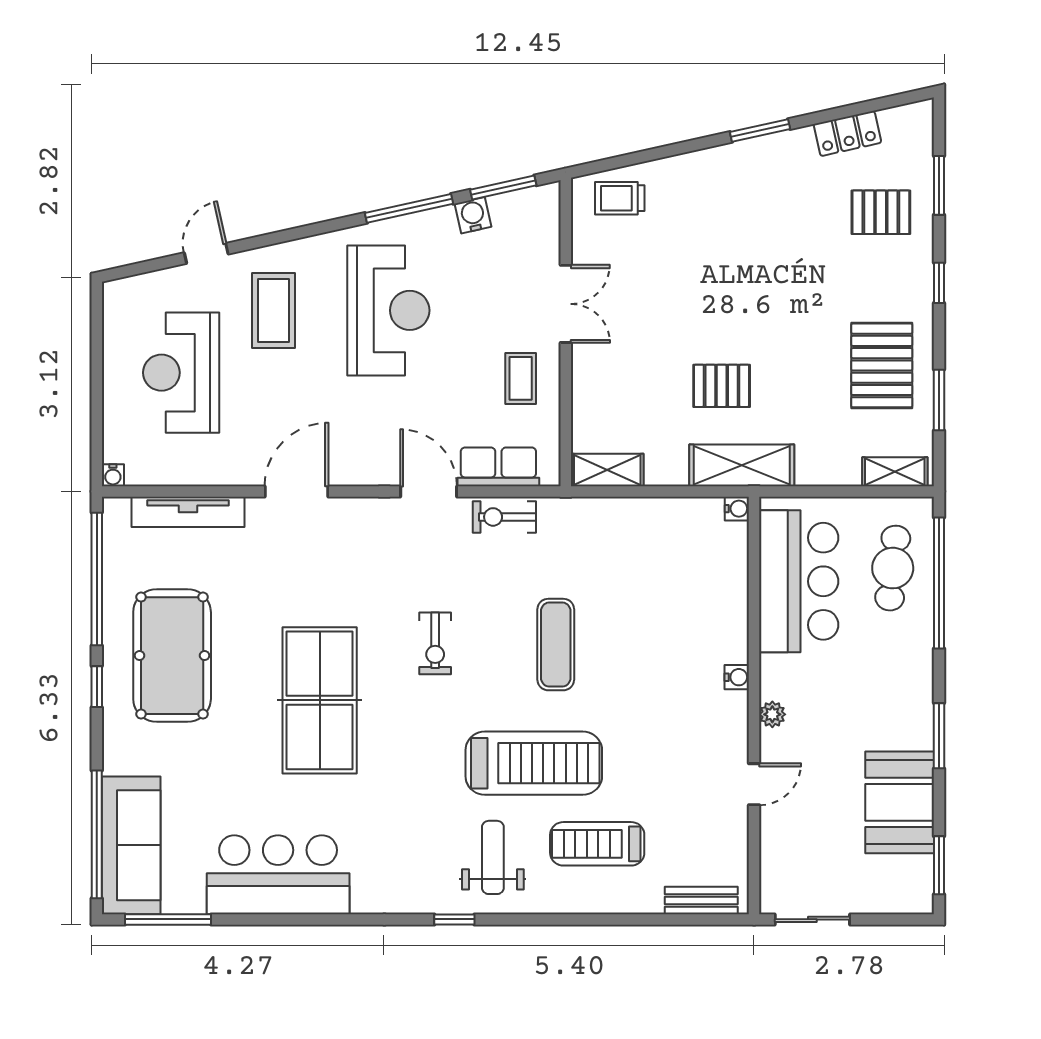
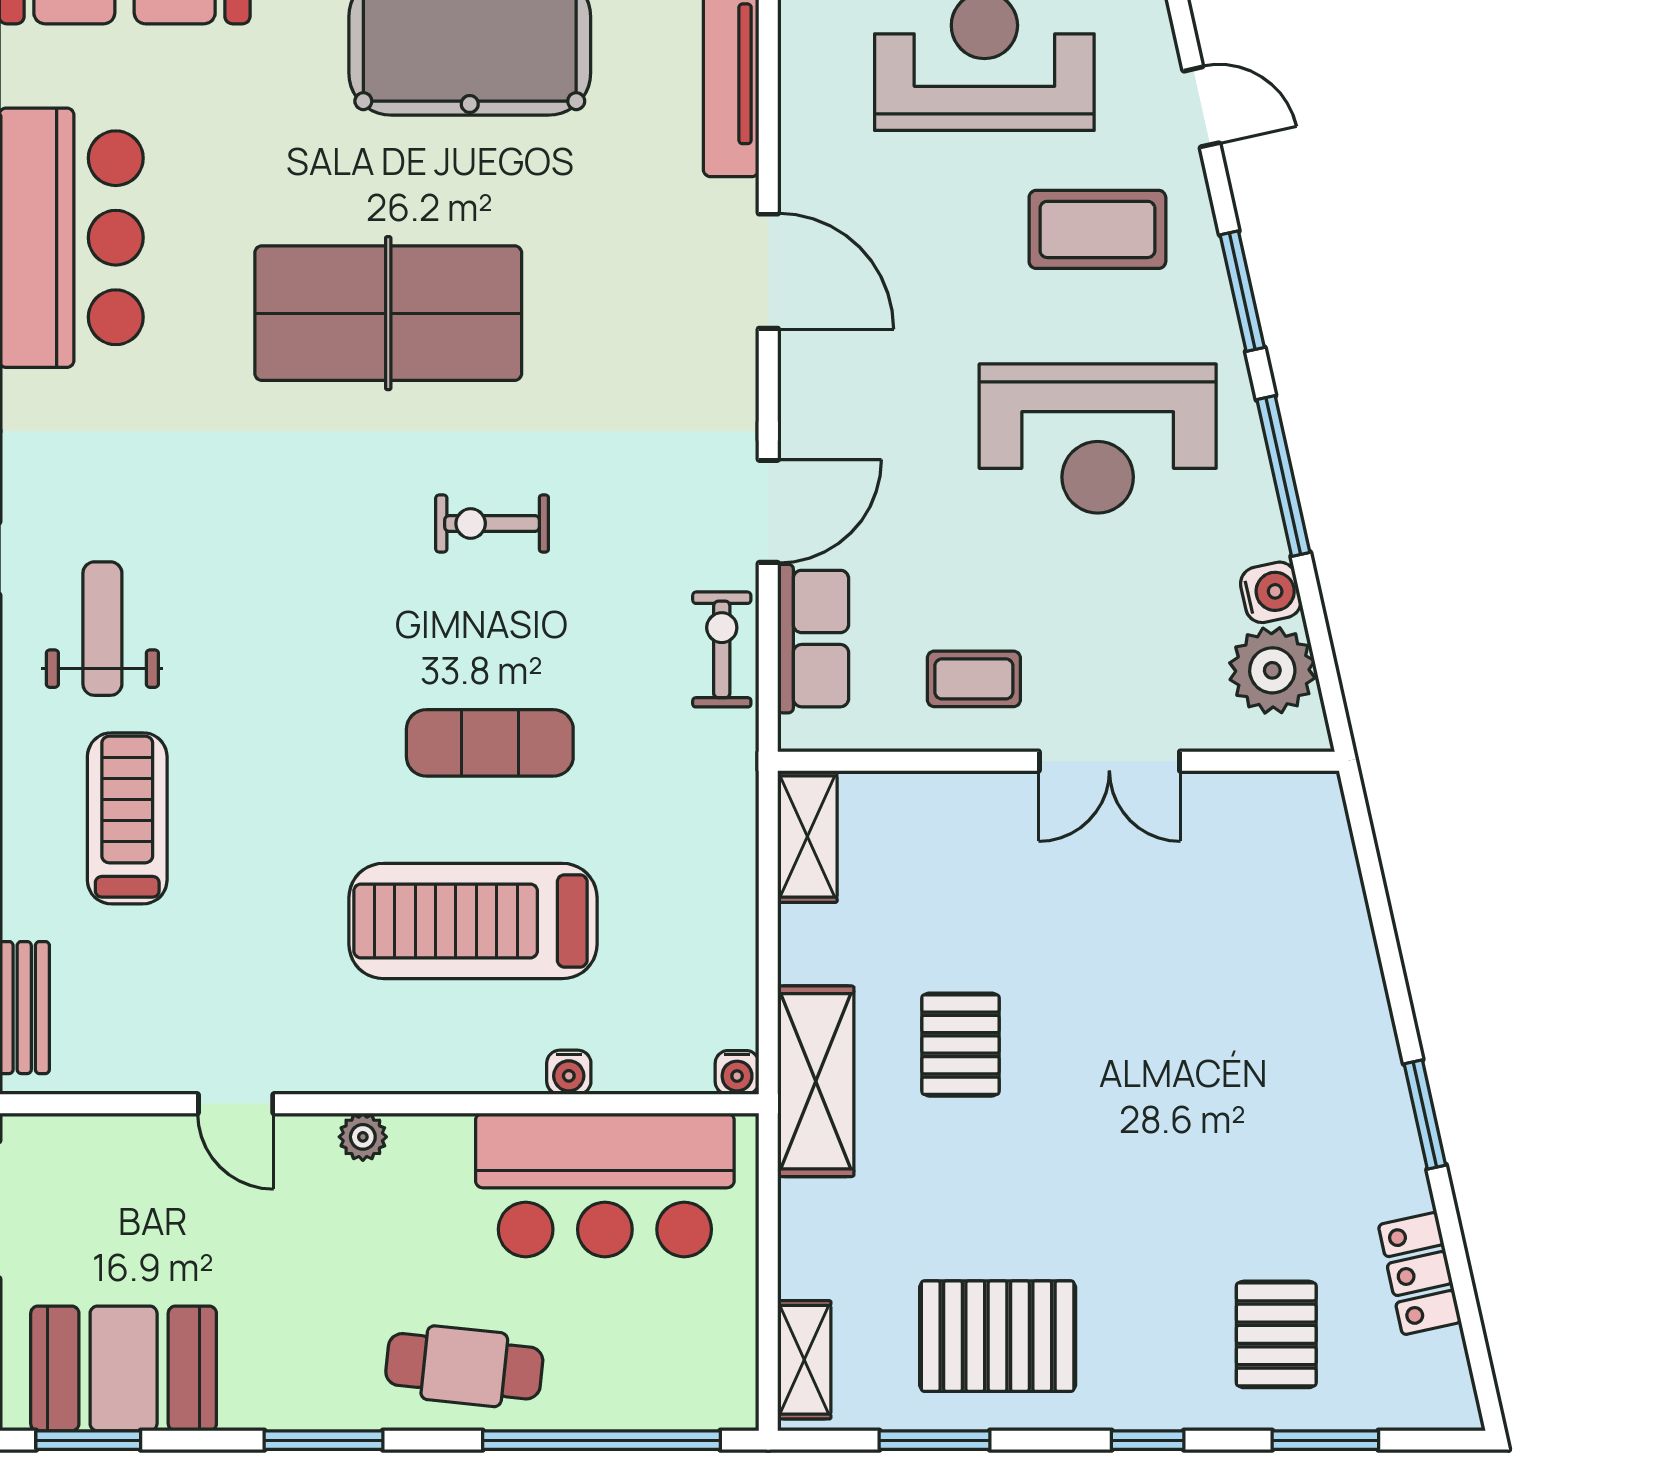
window: (503, 187) -> (1242, 291), moved
trolley: (620, 198) -> (1302, 859), removed
plant: (516, 214) -> (1272, 670), added
cafe table: (893, 568) -> (464, 1366), moved
water cooler: (737, 677) -> (569, 1072), moved
treadmill: (534, 763) -> (473, 921), moved, turned 90
booth: (900, 802) -> (124, 1368), moved
weight bench: (493, 857) -> (102, 629), turned -90

